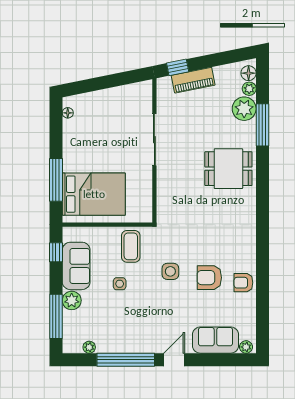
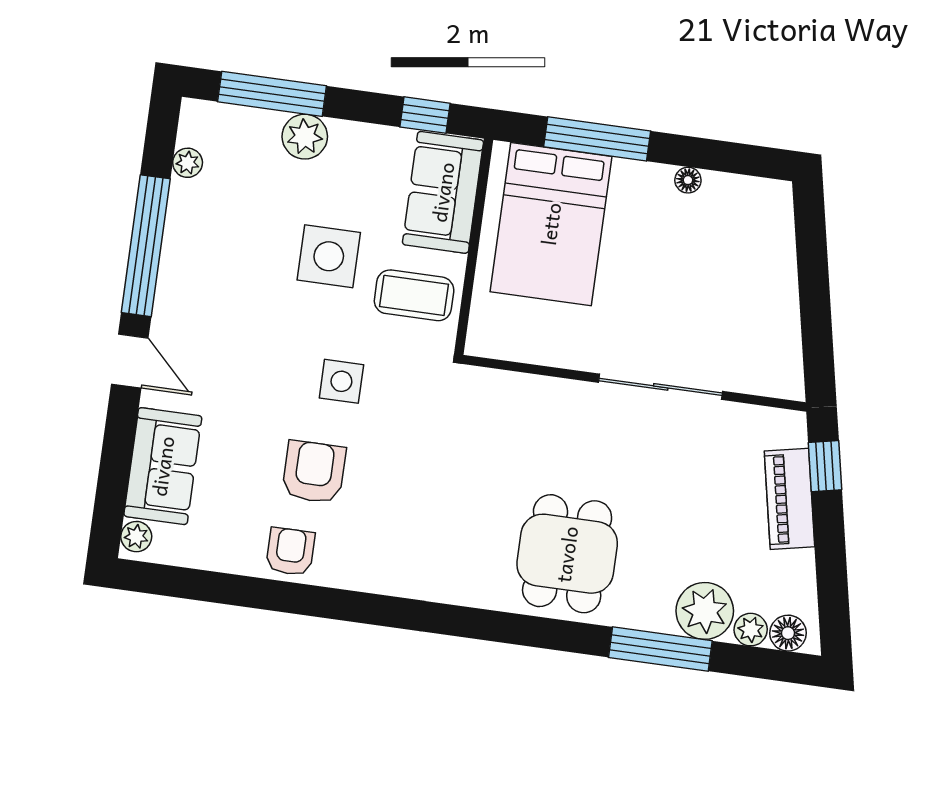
floor lamp: (68, 113) -> (688, 180), moved
sofa: (76, 266) -> (443, 192), moved, turned 90
side table: (120, 284) -> (329, 256), width x1.87, depth x1.87

